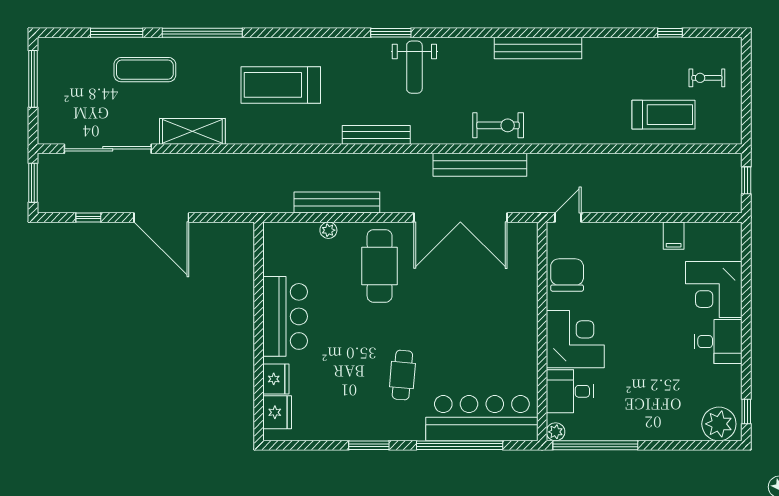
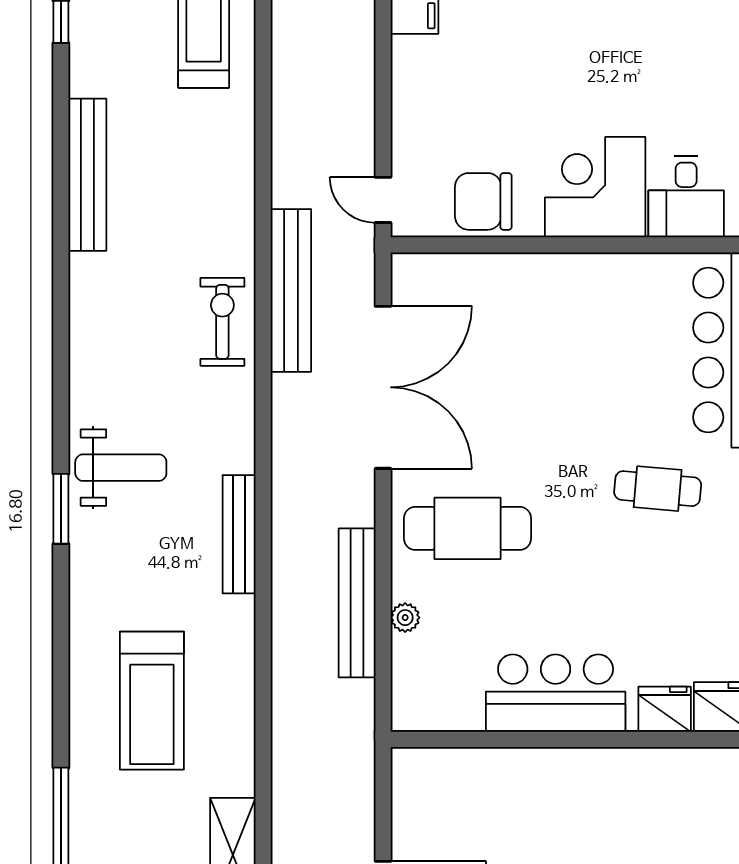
bench: (538, 48) -> (87, 175), moved
bench: (480, 165) -> (291, 290), moved

